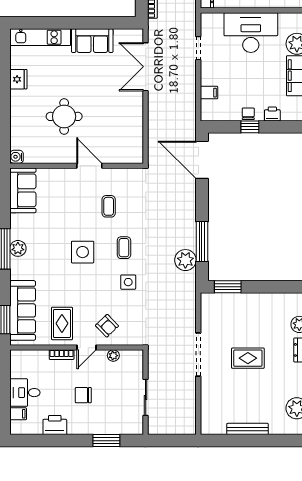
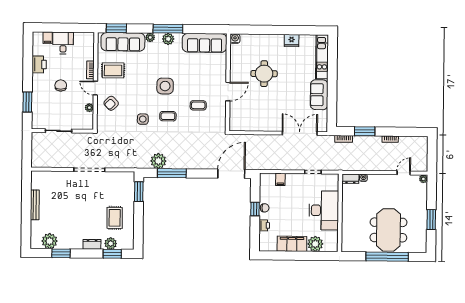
sofa: (23, 190) -> (205, 43), width x1.36
plant: (16, 273) -> (150, 37), added
rug: (248, 358) -> (115, 218), moved

